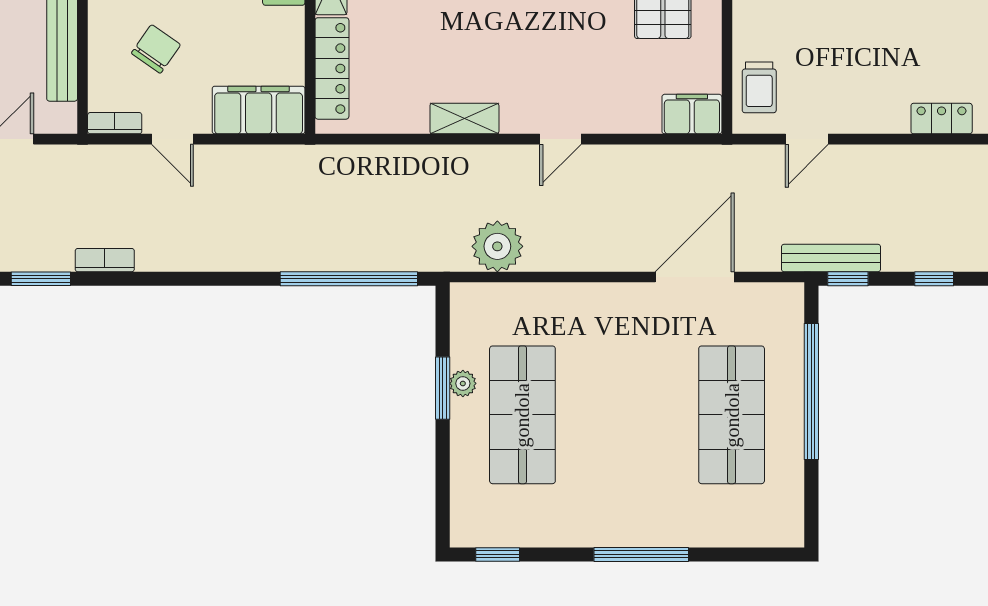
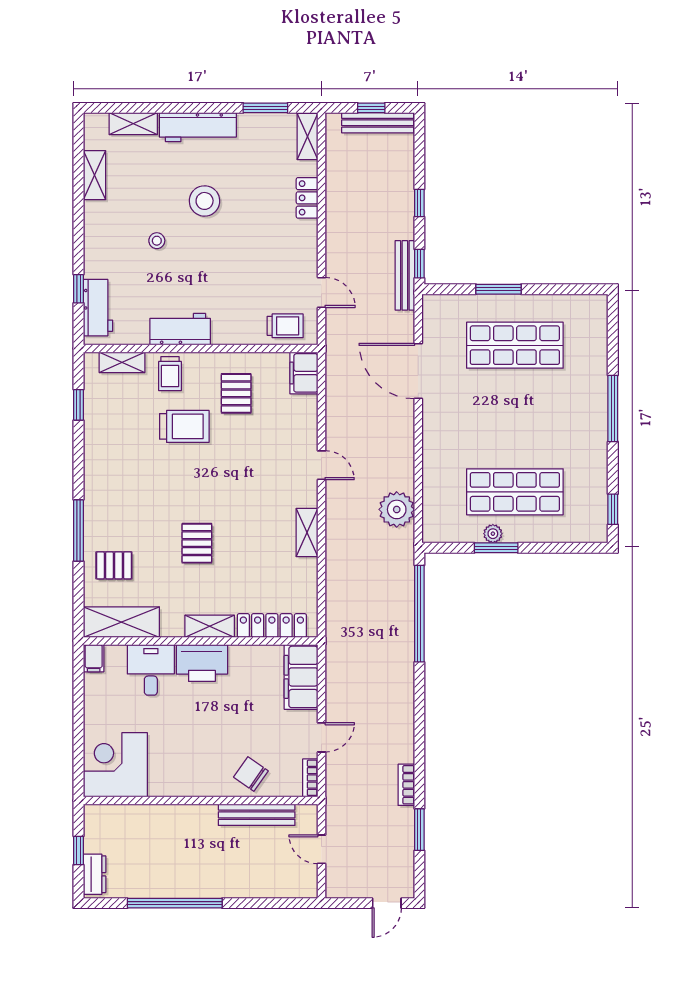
chair: (156, 49) -> (251, 774), moved
window: (811, 392) -> (499, 289), width x0.47

